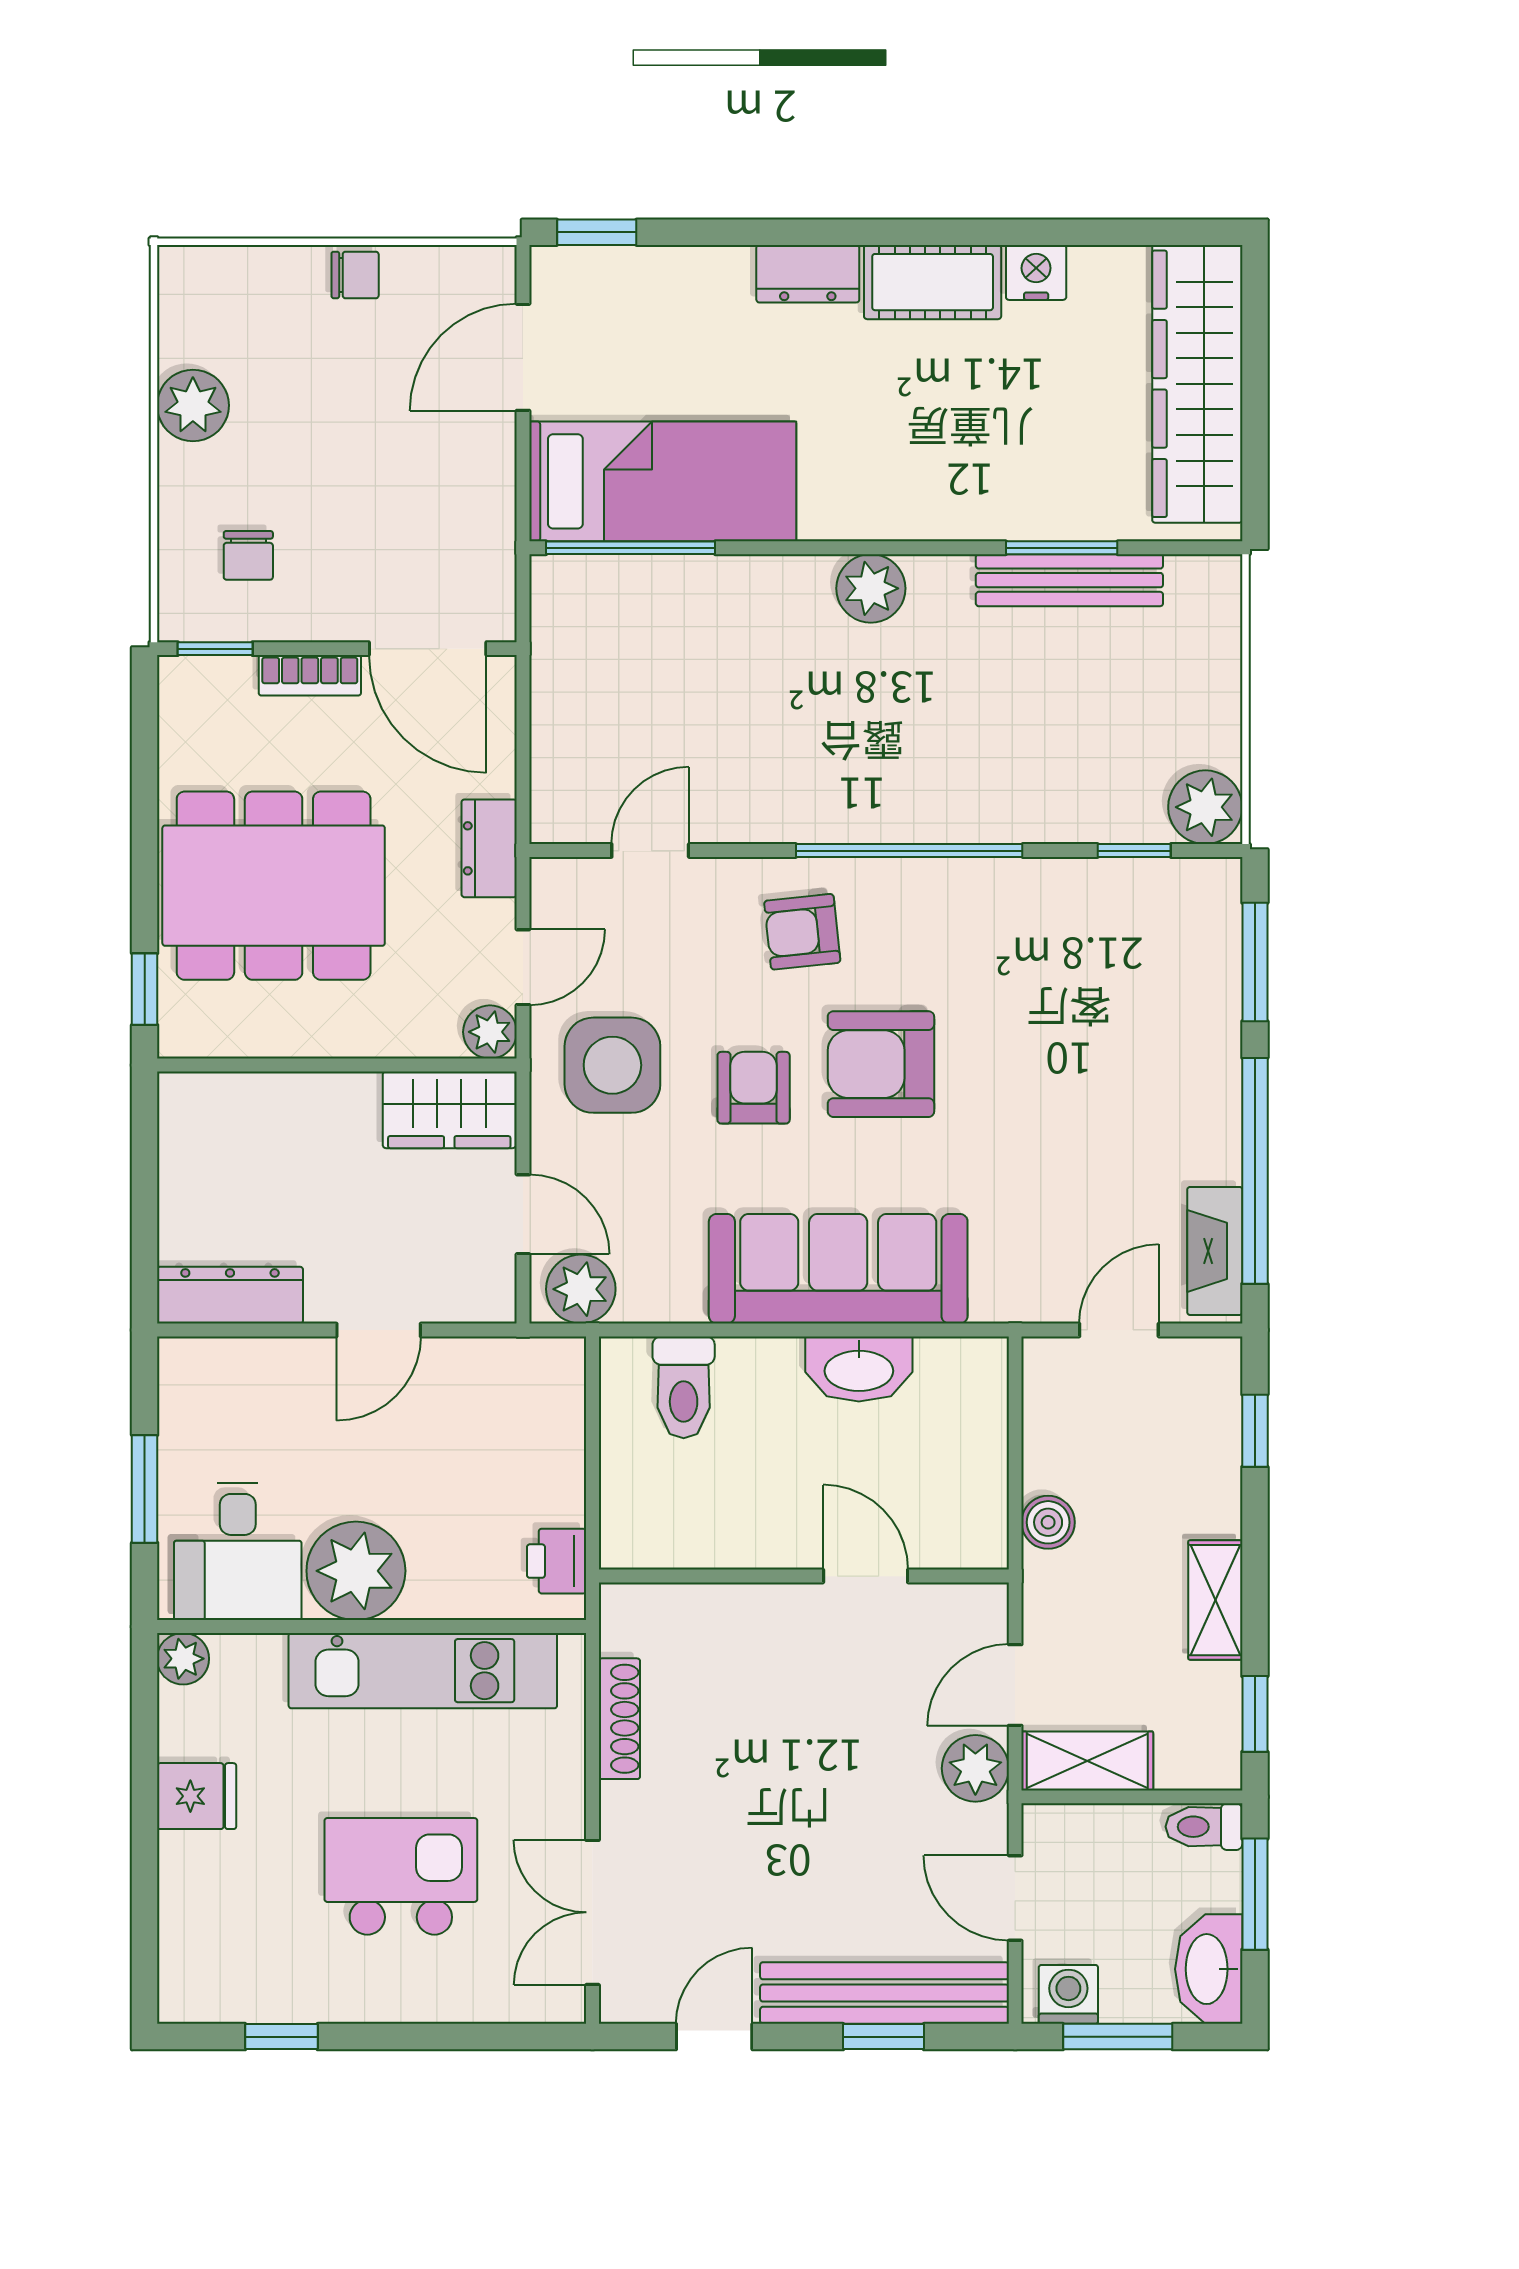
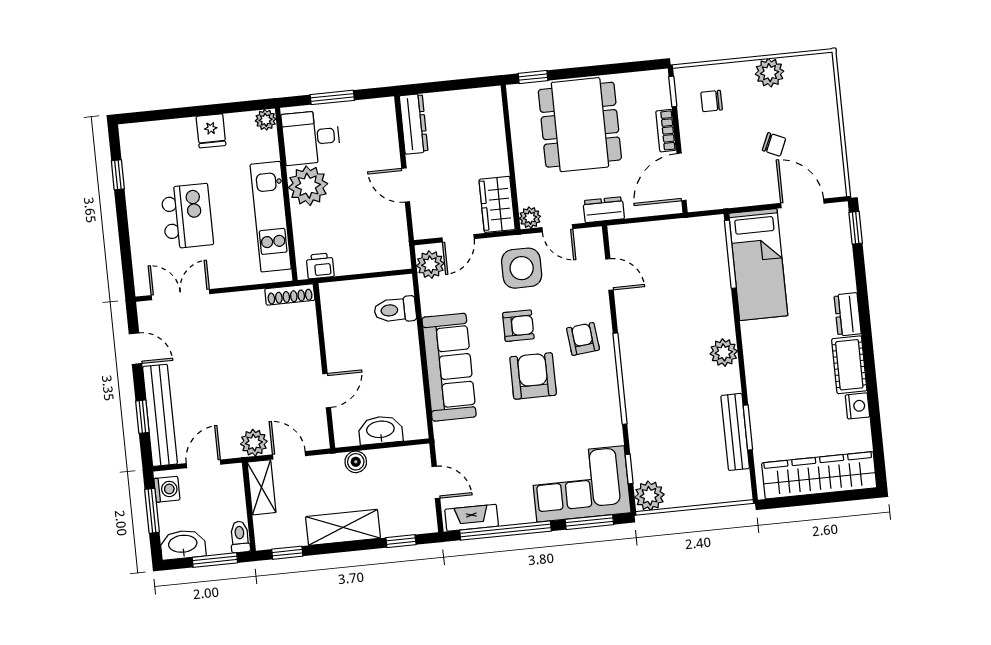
chair: (355, 275) -> (774, 144), moved, turned -66
corner sofa: (1159, 974) -> (581, 484), added
washbasin: (859, 1369) -> (381, 430), moved, turned 90
shelving: (1215, 1600) -> (343, 527), width x1.50, depth x1.33
shoe rack: (619, 1719) -> (290, 294), moved

